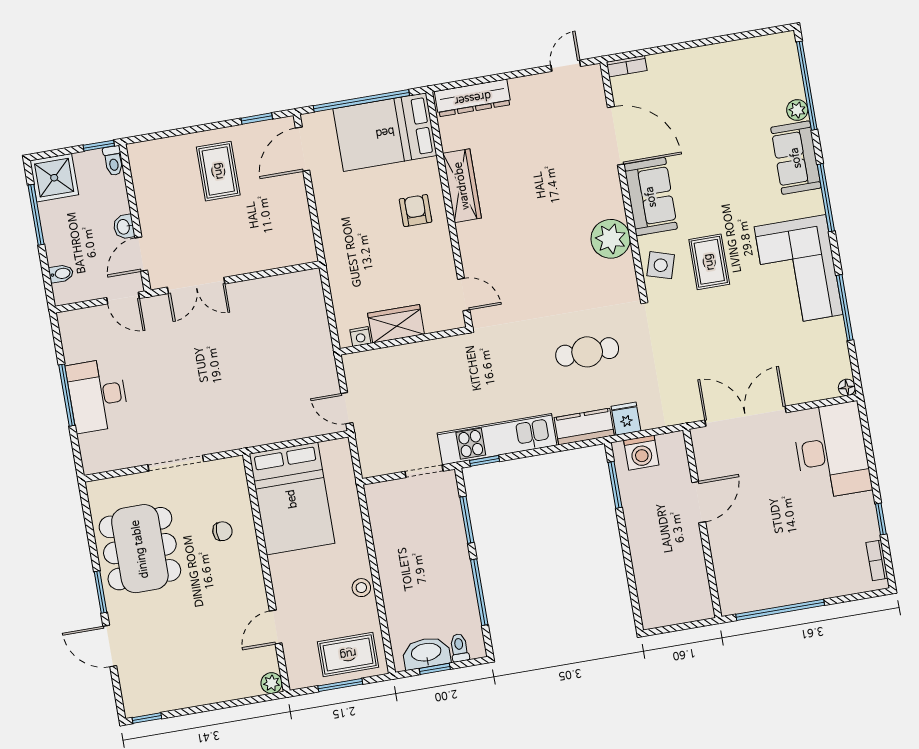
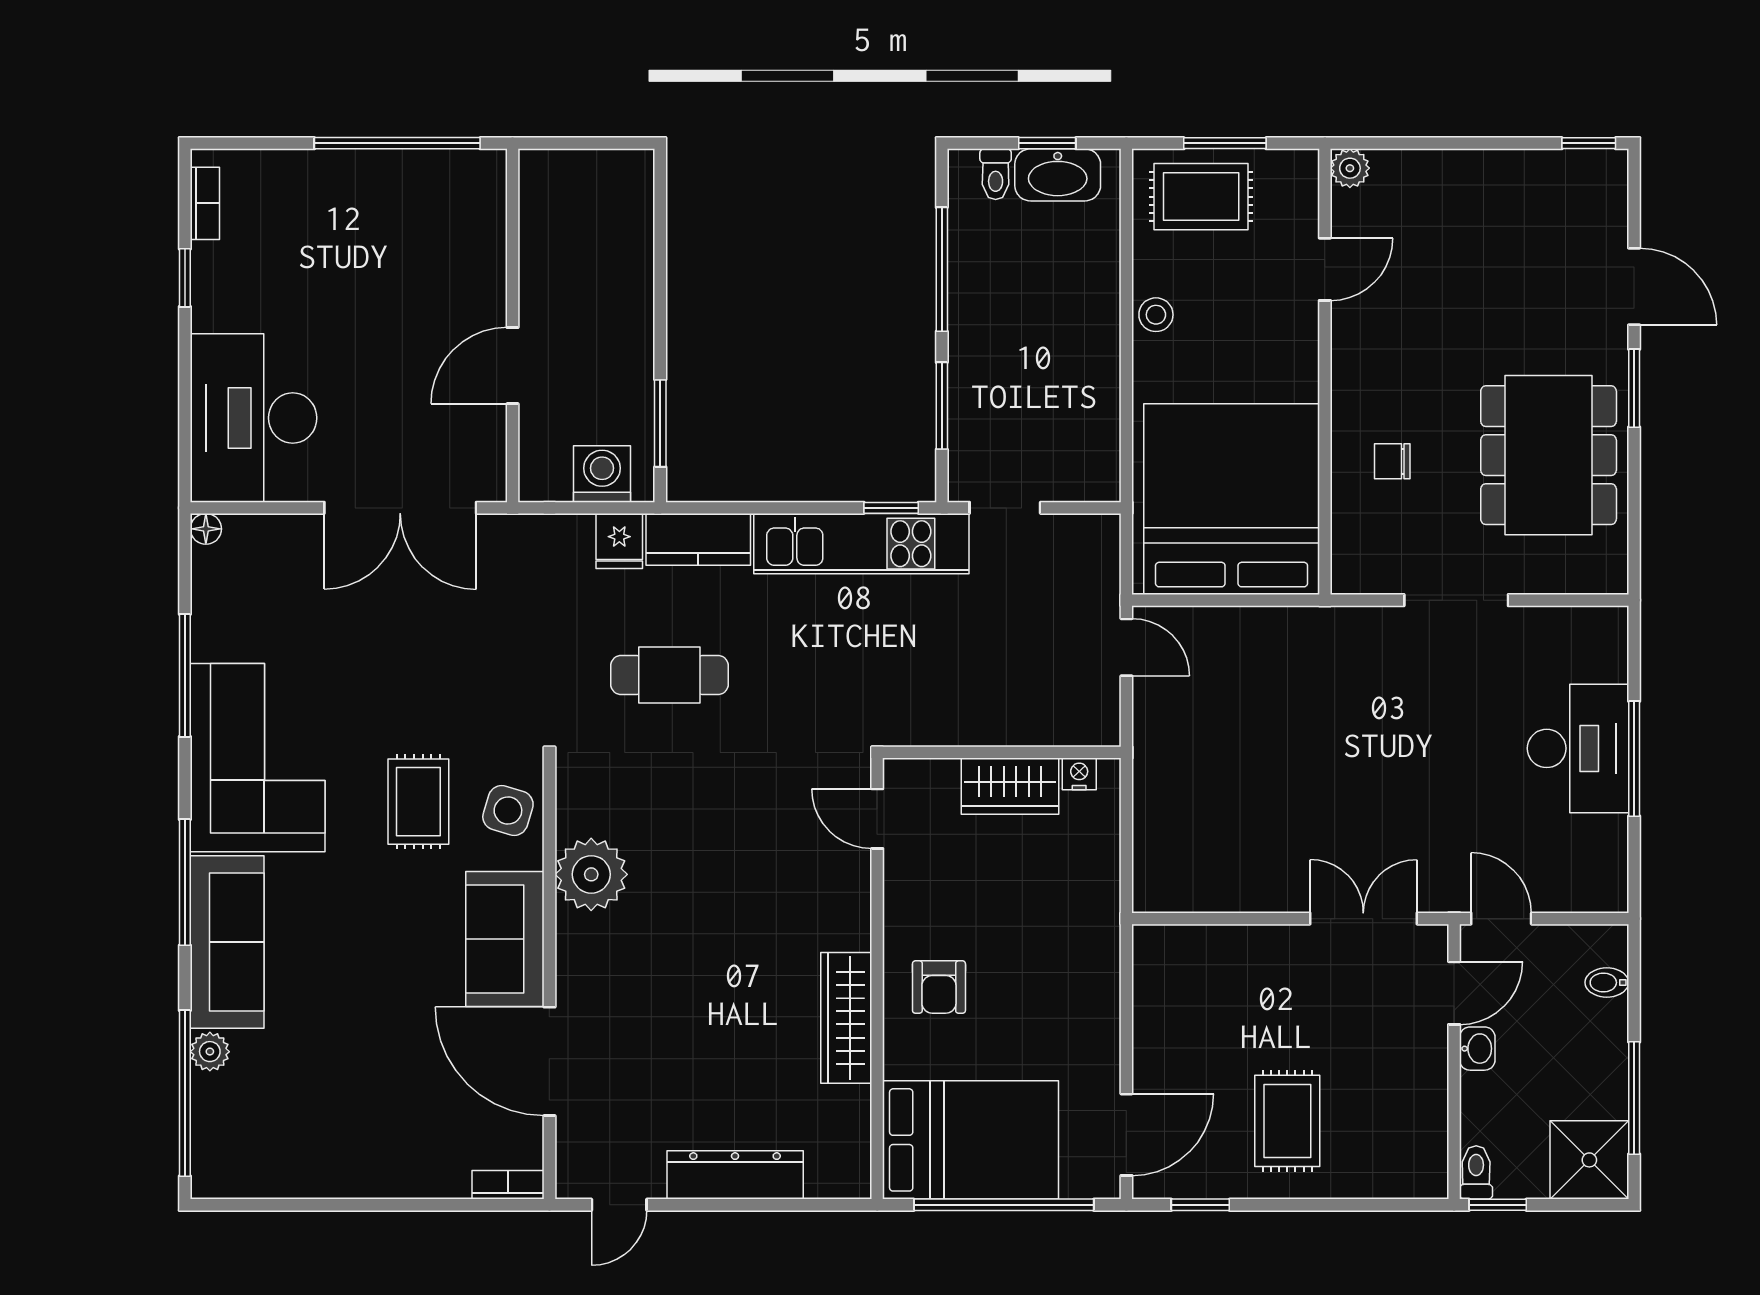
dresser: (473, 98) -> (735, 1175), moved
sofa: (796, 158) -> (227, 942), width x1.36
bed: (292, 499) -> (1232, 499), width x1.36

